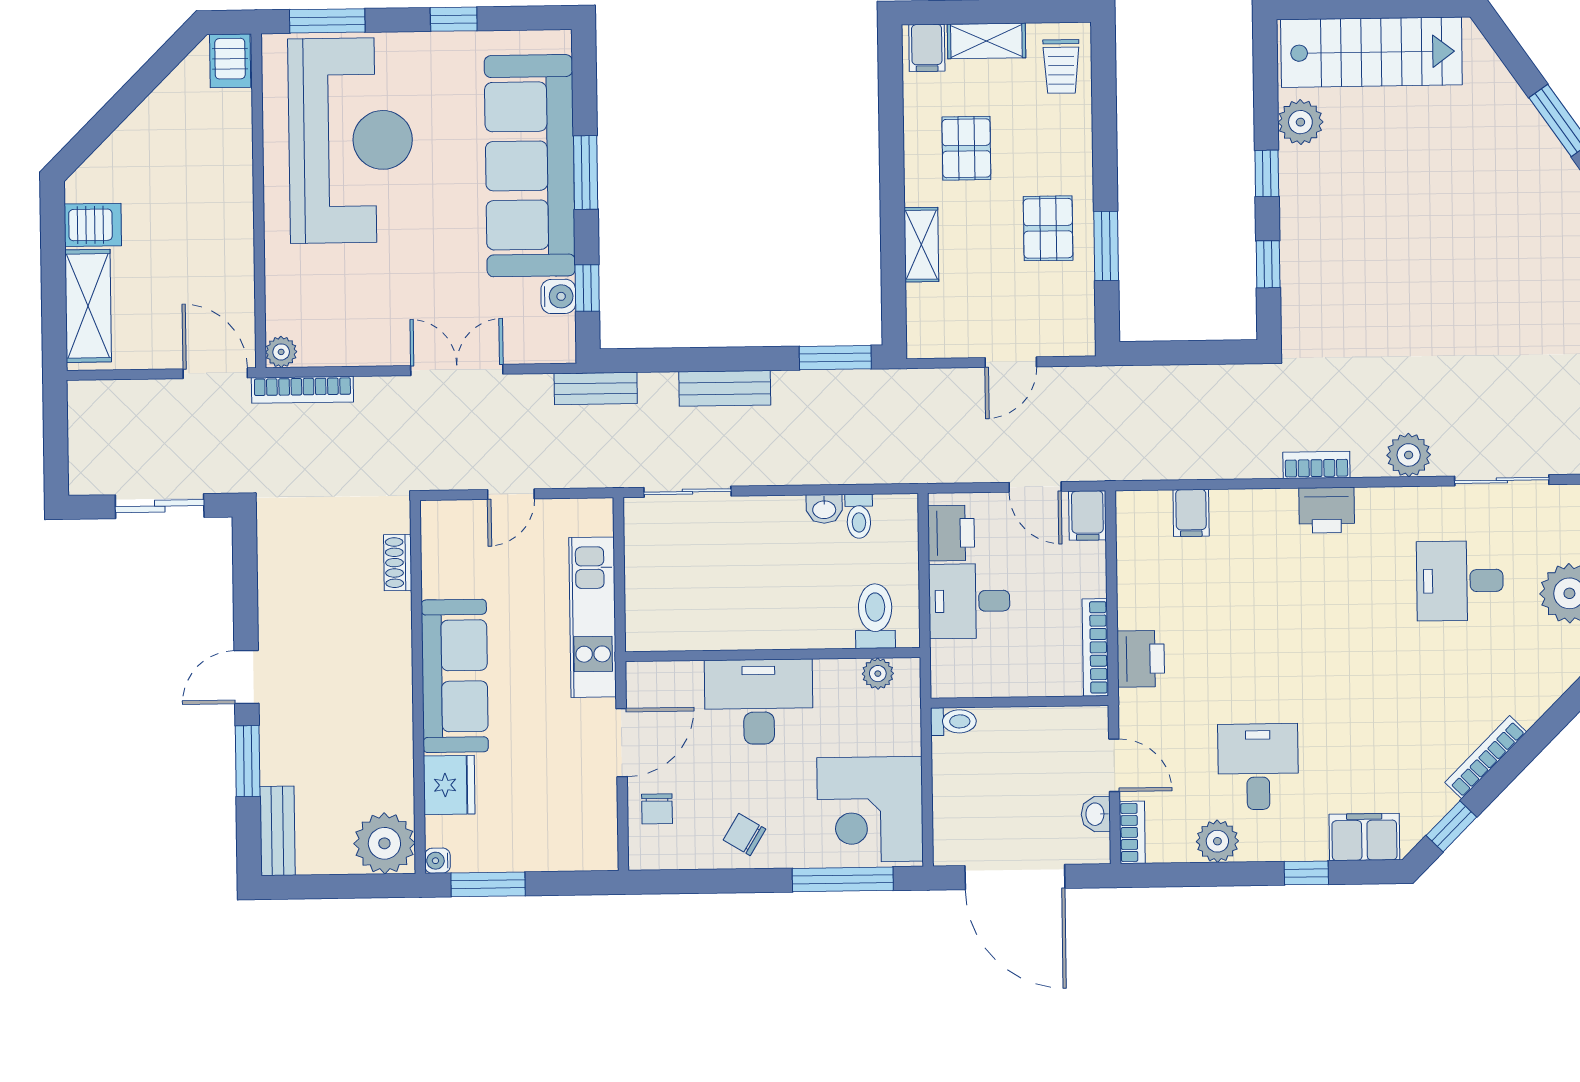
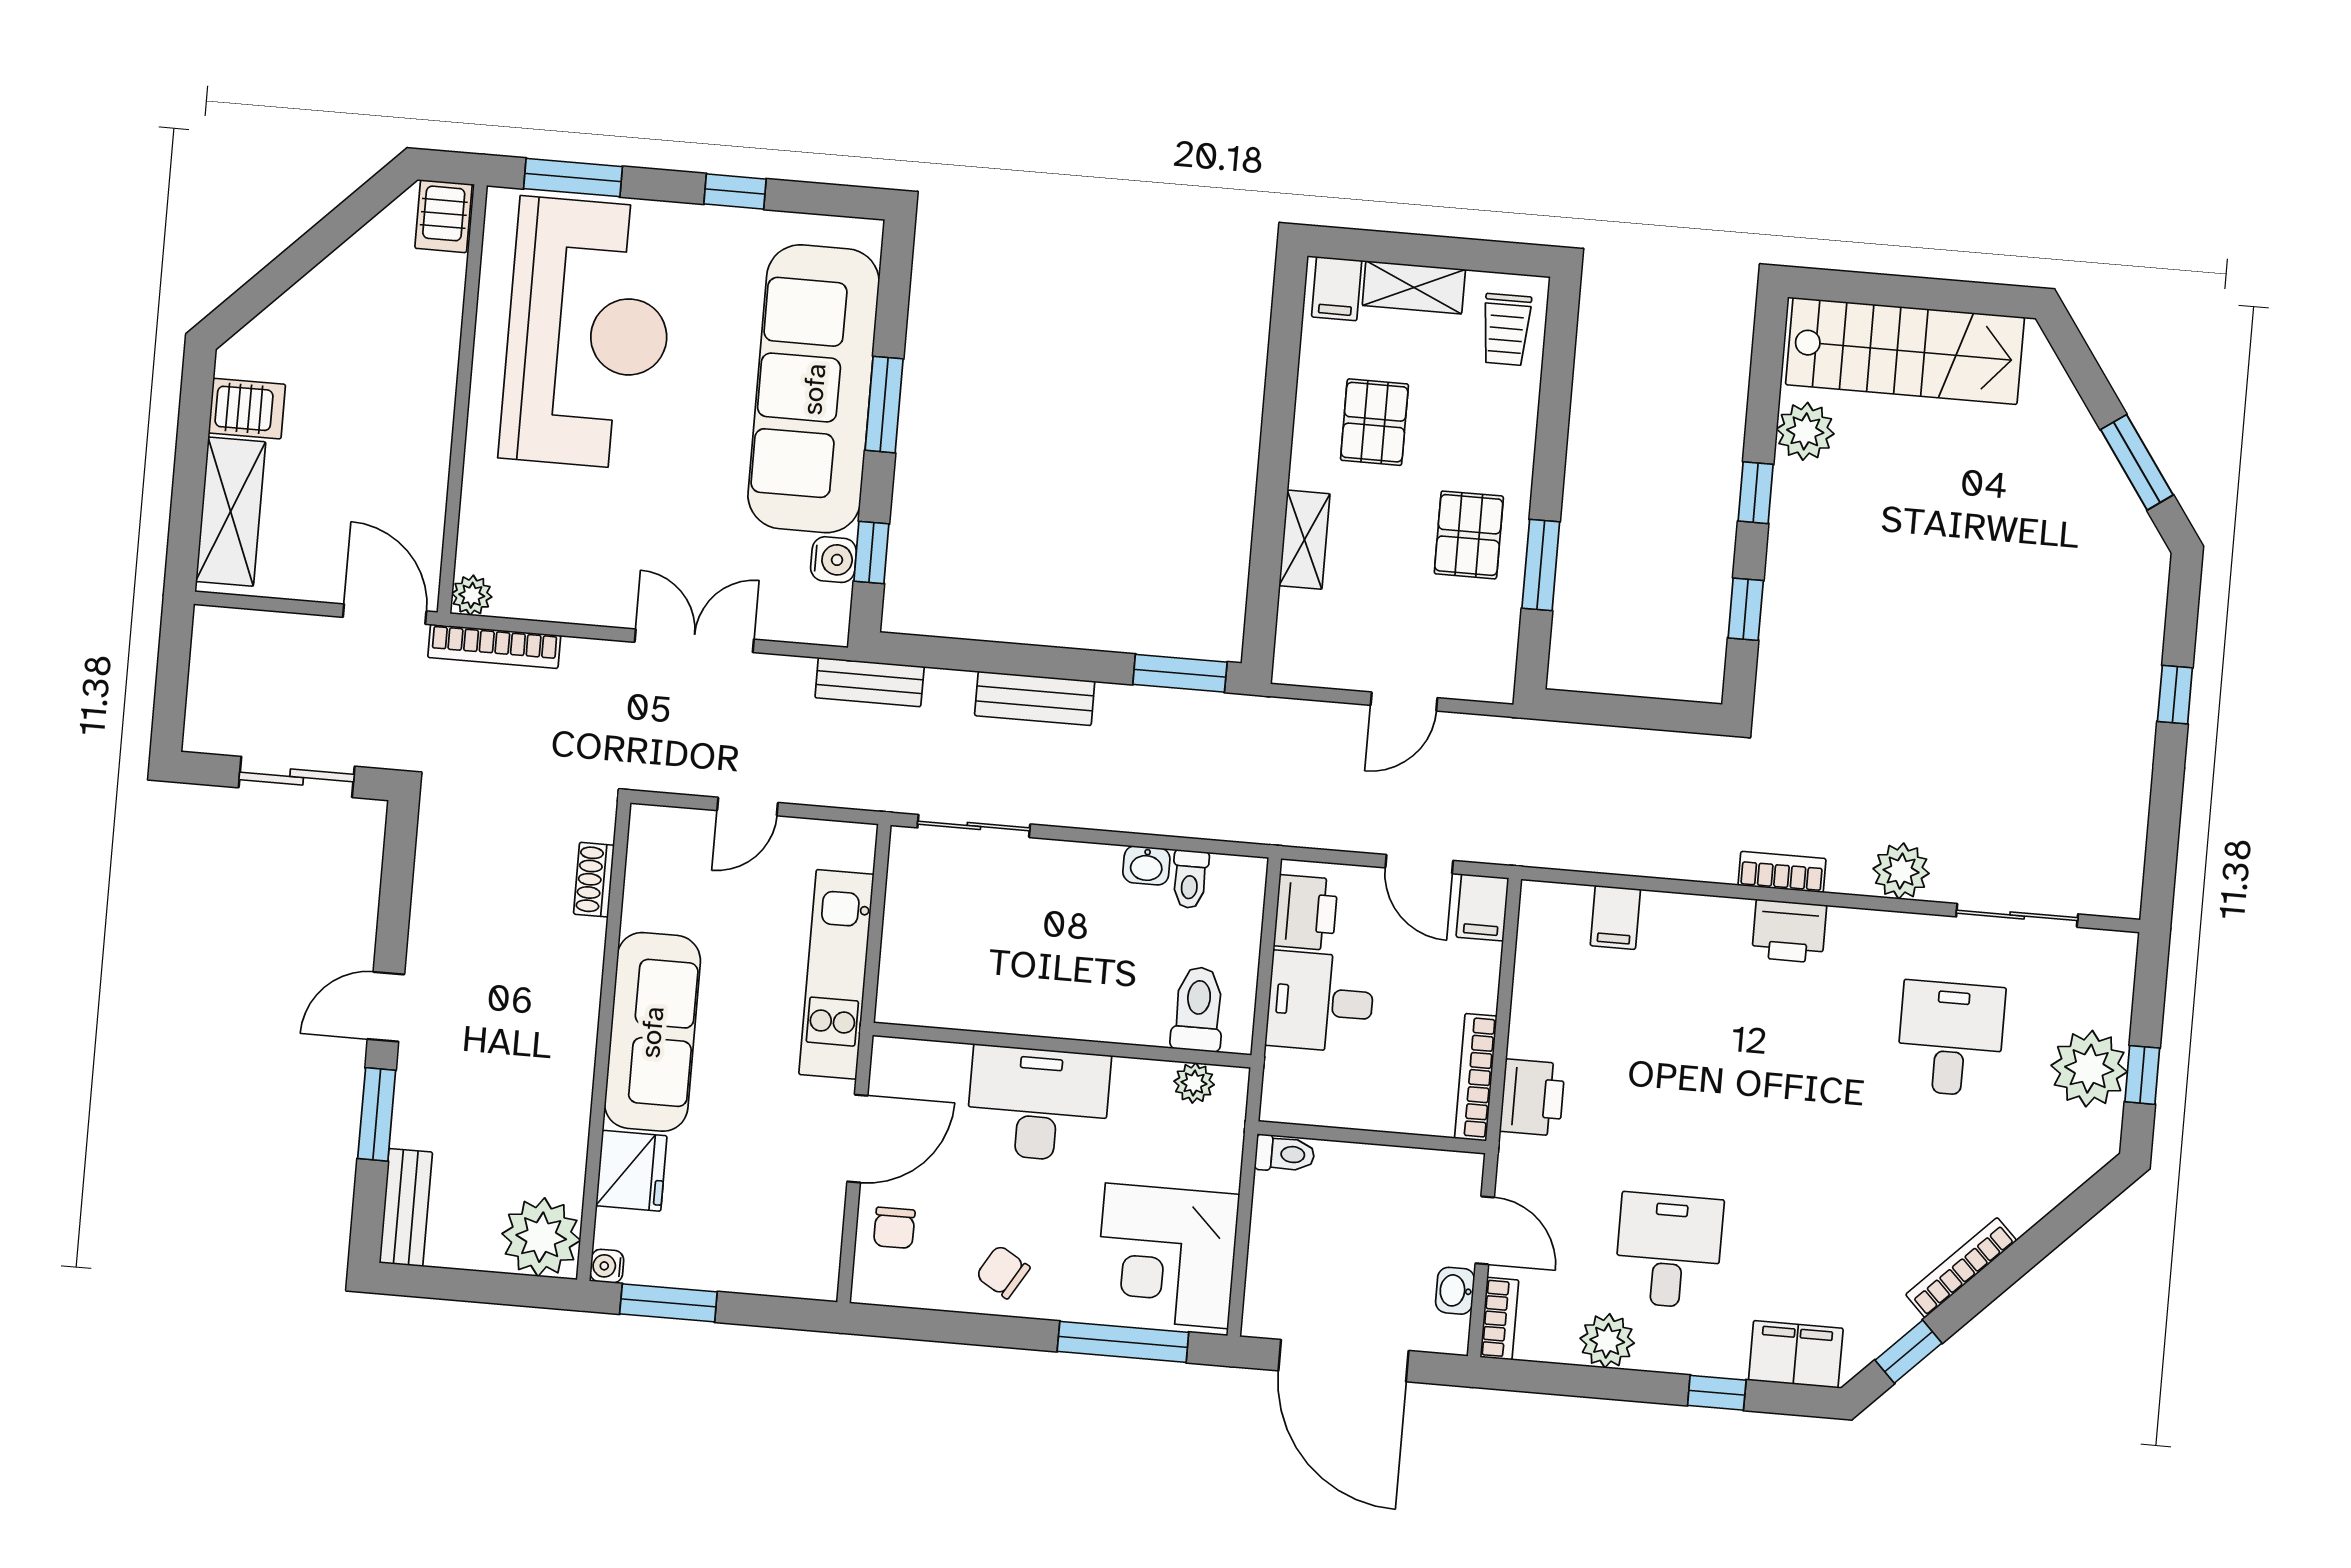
desk: (1460, 581) -> (1951, 1039), turned 90

